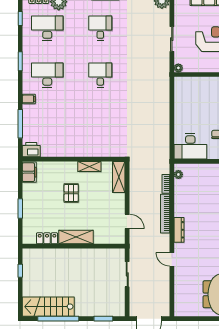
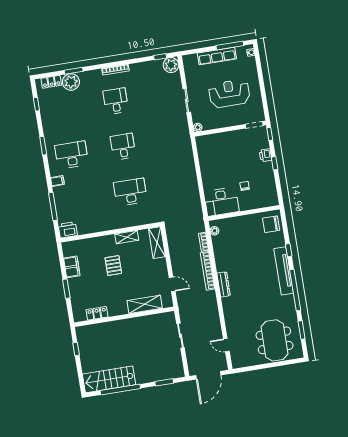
desk: (47, 28) -> (130, 192), moved
filing cabinet: (29, 172) -> (72, 267), moved
shelving: (76, 237) -> (145, 304), moved
door: (172, 259) -> (226, 345), moved

